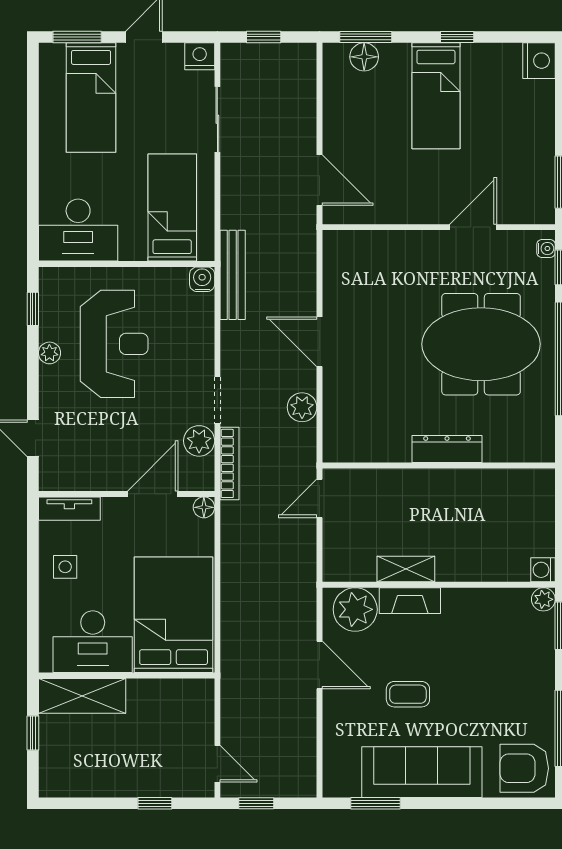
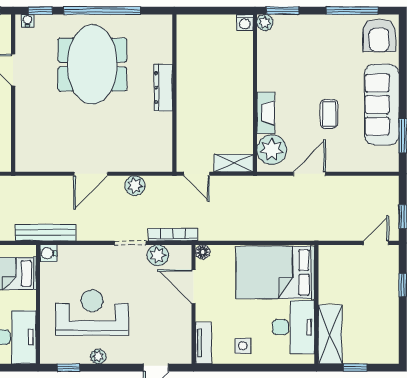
shelving: (406, 569) -> (234, 163), moved, turned 90

